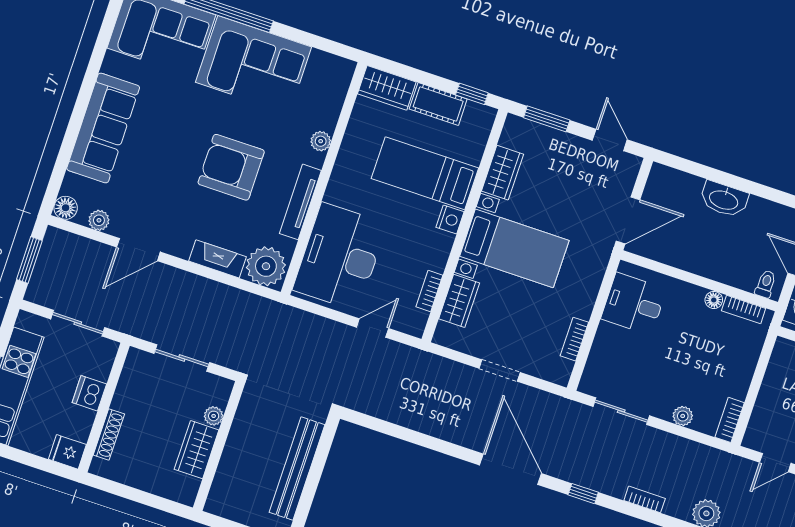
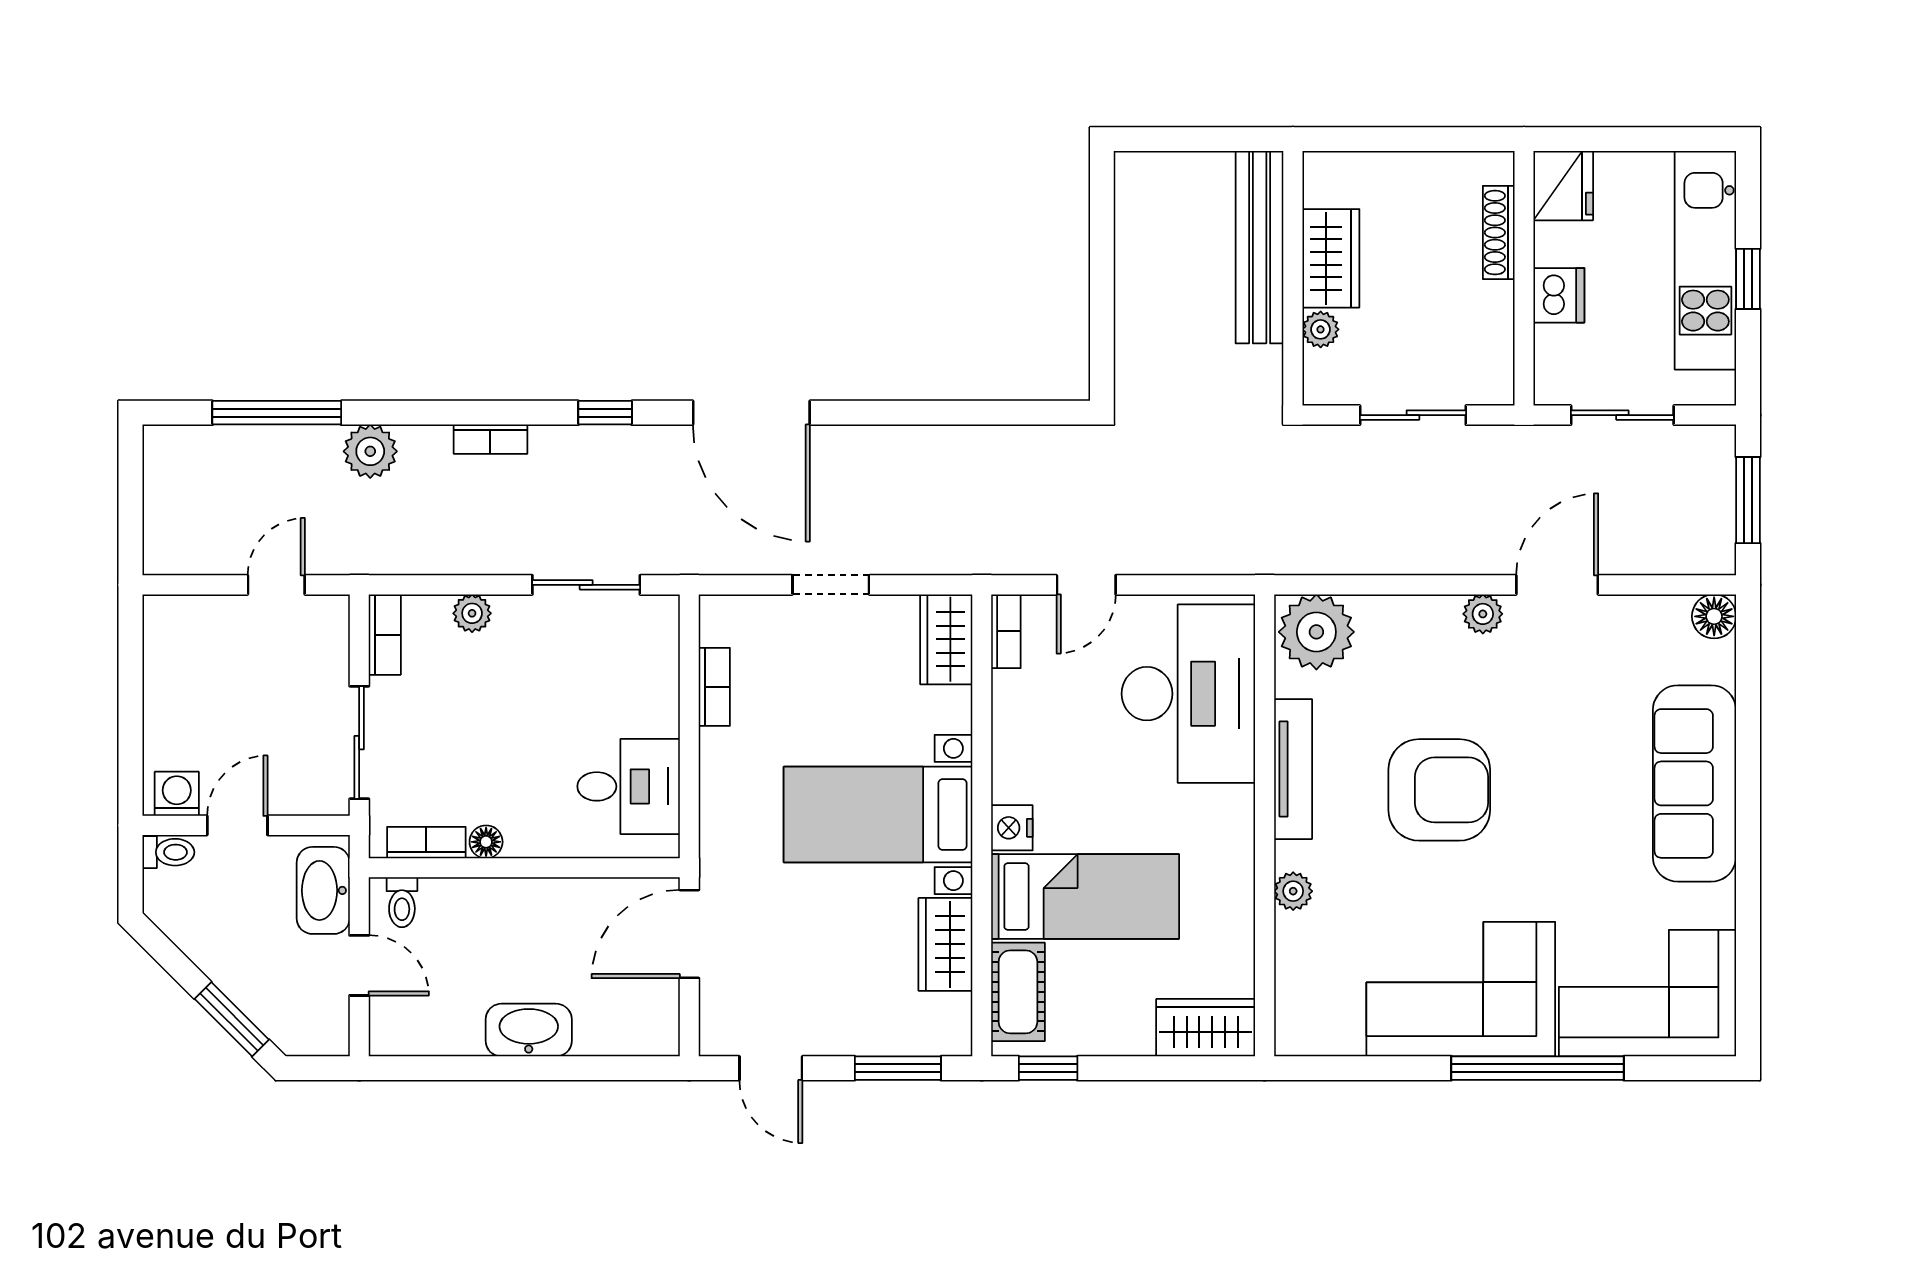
cot: (438, 104) -> (1018, 992), moved, turned 90
plant: (99, 220) -> (1483, 614), moved
fireplace: (217, 259) -> (1409, 616), removed
bookcase: (429, 291) -> (1006, 631), moved
wardrobe: (459, 301) -> (946, 639), moved
sliding door: (760, 370) -> (359, 743), added
fridge: (67, 452) -> (1563, 186), width x1.38
bench: (297, 469) -> (1260, 247), moved

